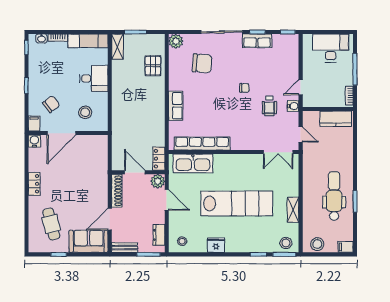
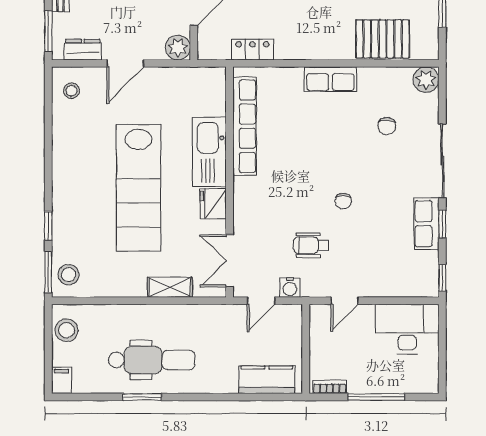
desk: (331, 48) -> (407, 329), moved, turned -90
chair: (202, 63) -> (387, 126), width x0.54, depth x0.54
pallet: (153, 66) -> (383, 39), width x1.50, depth x1.42
door: (301, 87) -> (344, 301), swing flipped
row of seats: (176, 106) -> (330, 79), moved
water cooler: (293, 106) -> (290, 287), moved
kitchen counter: (336, 119) -> (267, 380), moved, turned 90
locker: (159, 159) -> (252, 50), moved
kitchen sink: (193, 163) -> (209, 152), moved
door: (167, 200) -> (125, 63), moved
shelving: (293, 210) -> (170, 287), moved
fridge: (216, 245) -> (213, 204), moved, turned 180

